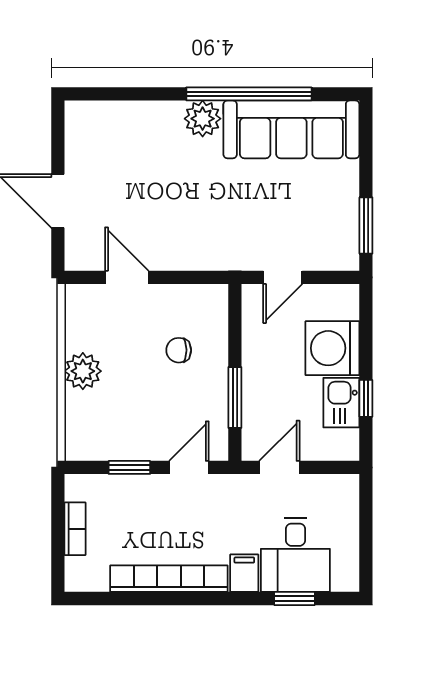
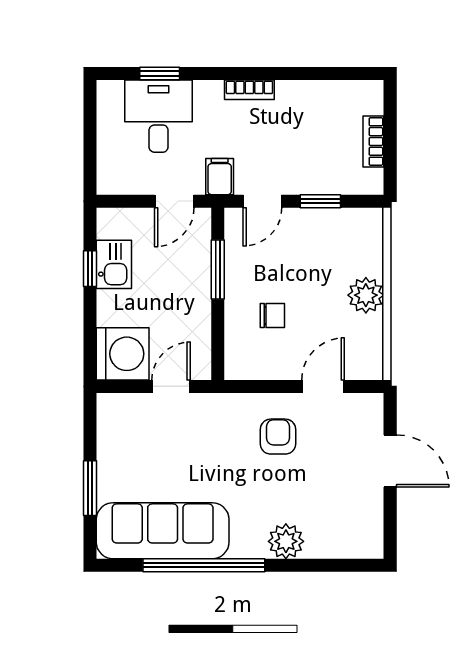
plant: (203, 119) -> (286, 541), moved
armchair: (173, 226) -> (278, 437), added
window: (366, 226) -> (90, 488), moved
door: (127, 277) -> (323, 386), swing flipped
washing machine: (332, 348) -> (123, 354), moved
filing cabinet: (244, 573) -> (220, 177), moved, turned 180
bookcase: (169, 579) -> (249, 90), width x0.43, depth x0.76

